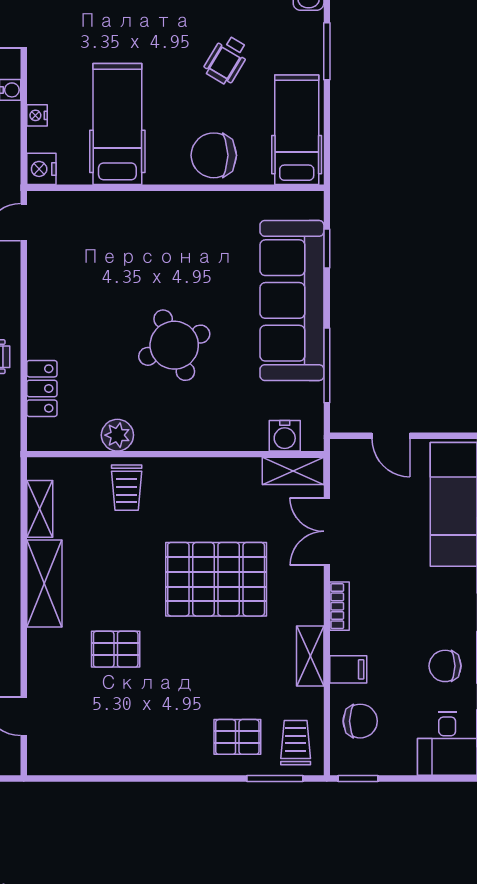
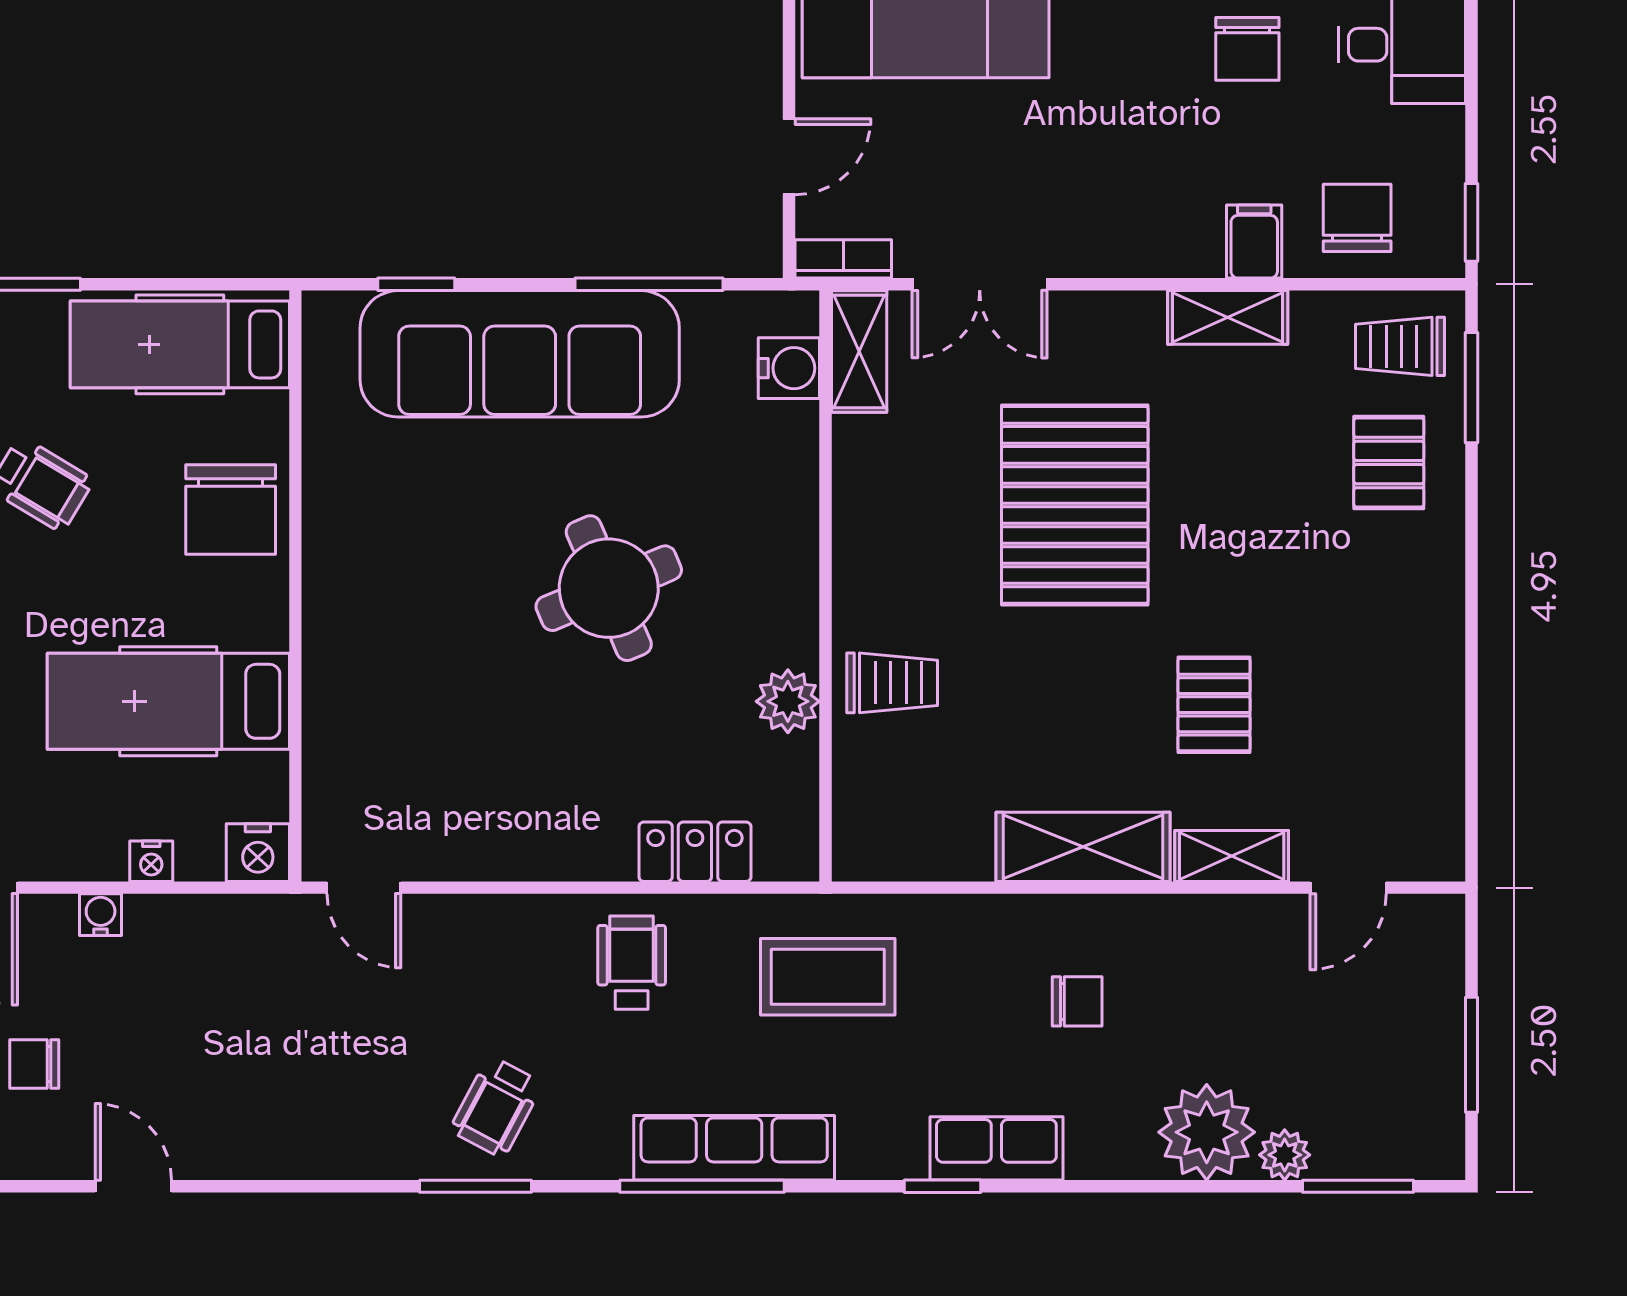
shelving: (40, 509) -> (1232, 856), moved
bookcase: (340, 606) -> (843, 259), moved

